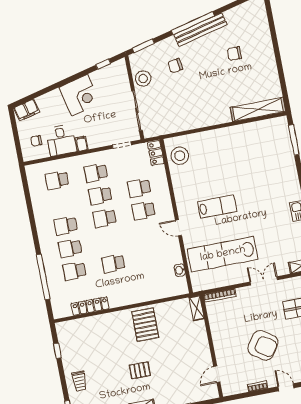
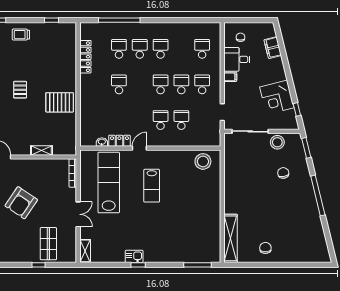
bench: (200, 30) -> (311, 201), removed
chair: (234, 54) -> (265, 248), moved
corner desk: (80, 95) -> (277, 97), moved
filing cabinet: (27, 110) -> (273, 48), moved
locker: (156, 153) -> (119, 141), moved
shelving: (197, 308) -> (41, 150), moved

